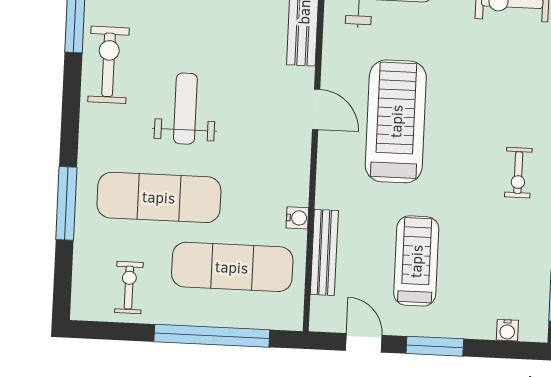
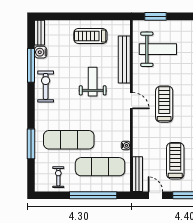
weight bench: (185, 109) -> (93, 82), moved
treadmill: (396, 121) -> (164, 104), width x0.73, depth x0.73
bench: (324, 252) -> (137, 174), moved

